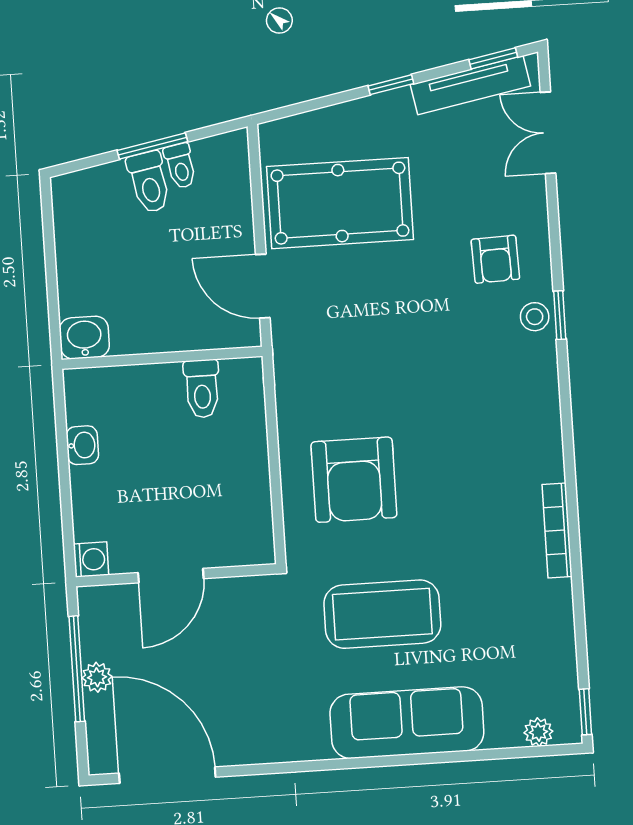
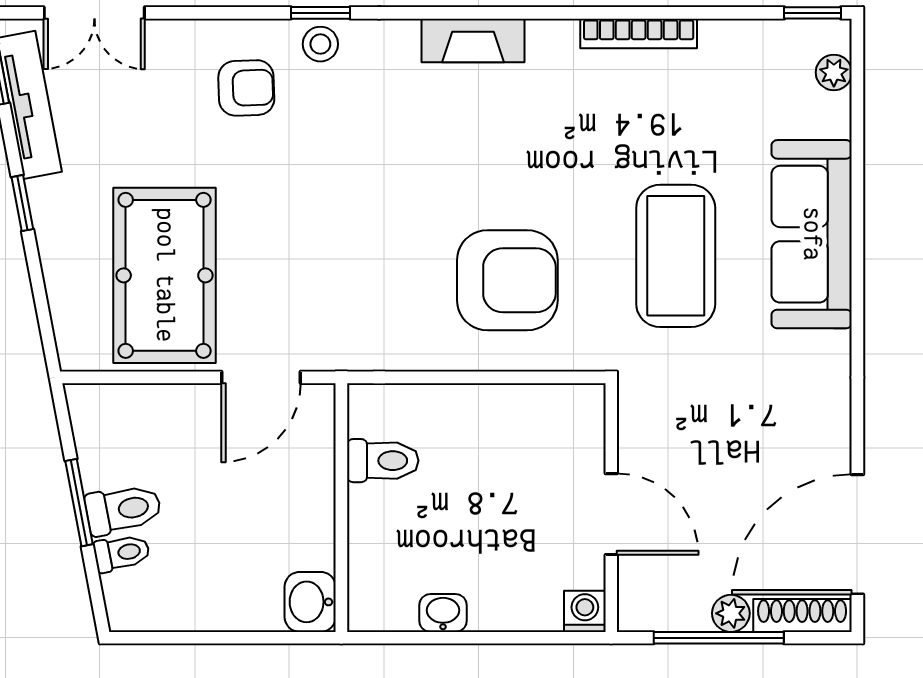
toilet: (180, 166) -> (122, 553), moved
fireplace: (545, 440) -> (473, 40), added
bookcase: (557, 531) -> (639, 33), moved
shoe rack: (99, 735) -> (802, 615), added

